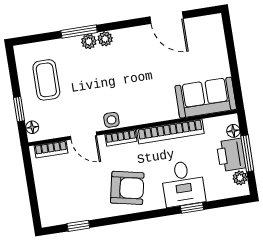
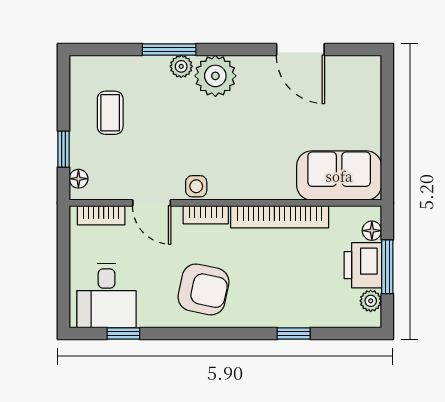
plant: (105, 39) -> (215, 76), width x1.87, depth x1.87
coffee table: (46, 80) -> (110, 113), width x0.73, depth x0.77
desk: (183, 183) -> (107, 296), moved

